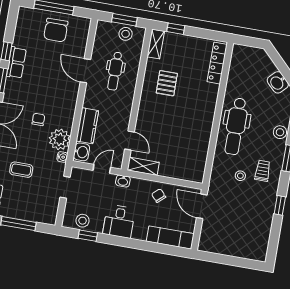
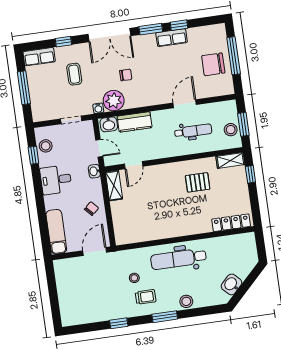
dental chair: (115, 71) -> (193, 131), turned 180

